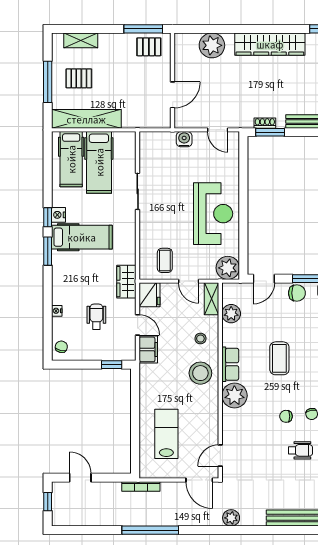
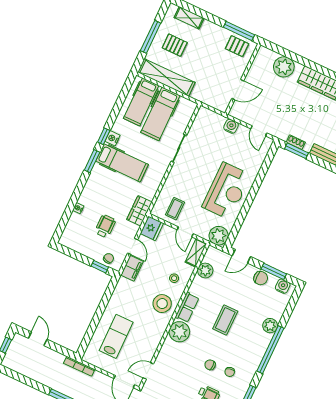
chair: (61, 347) -> (109, 258), moved

